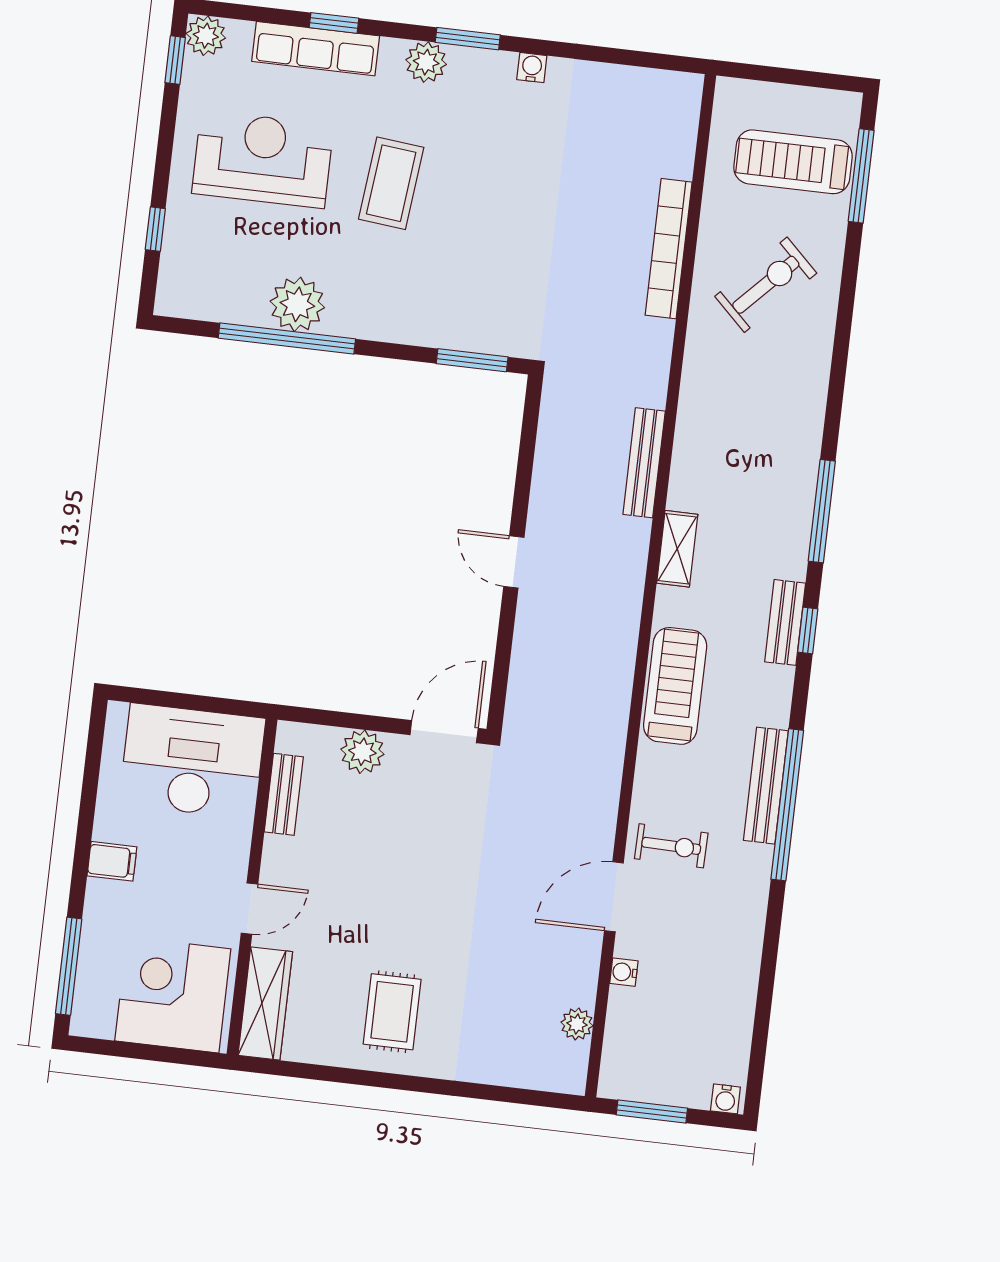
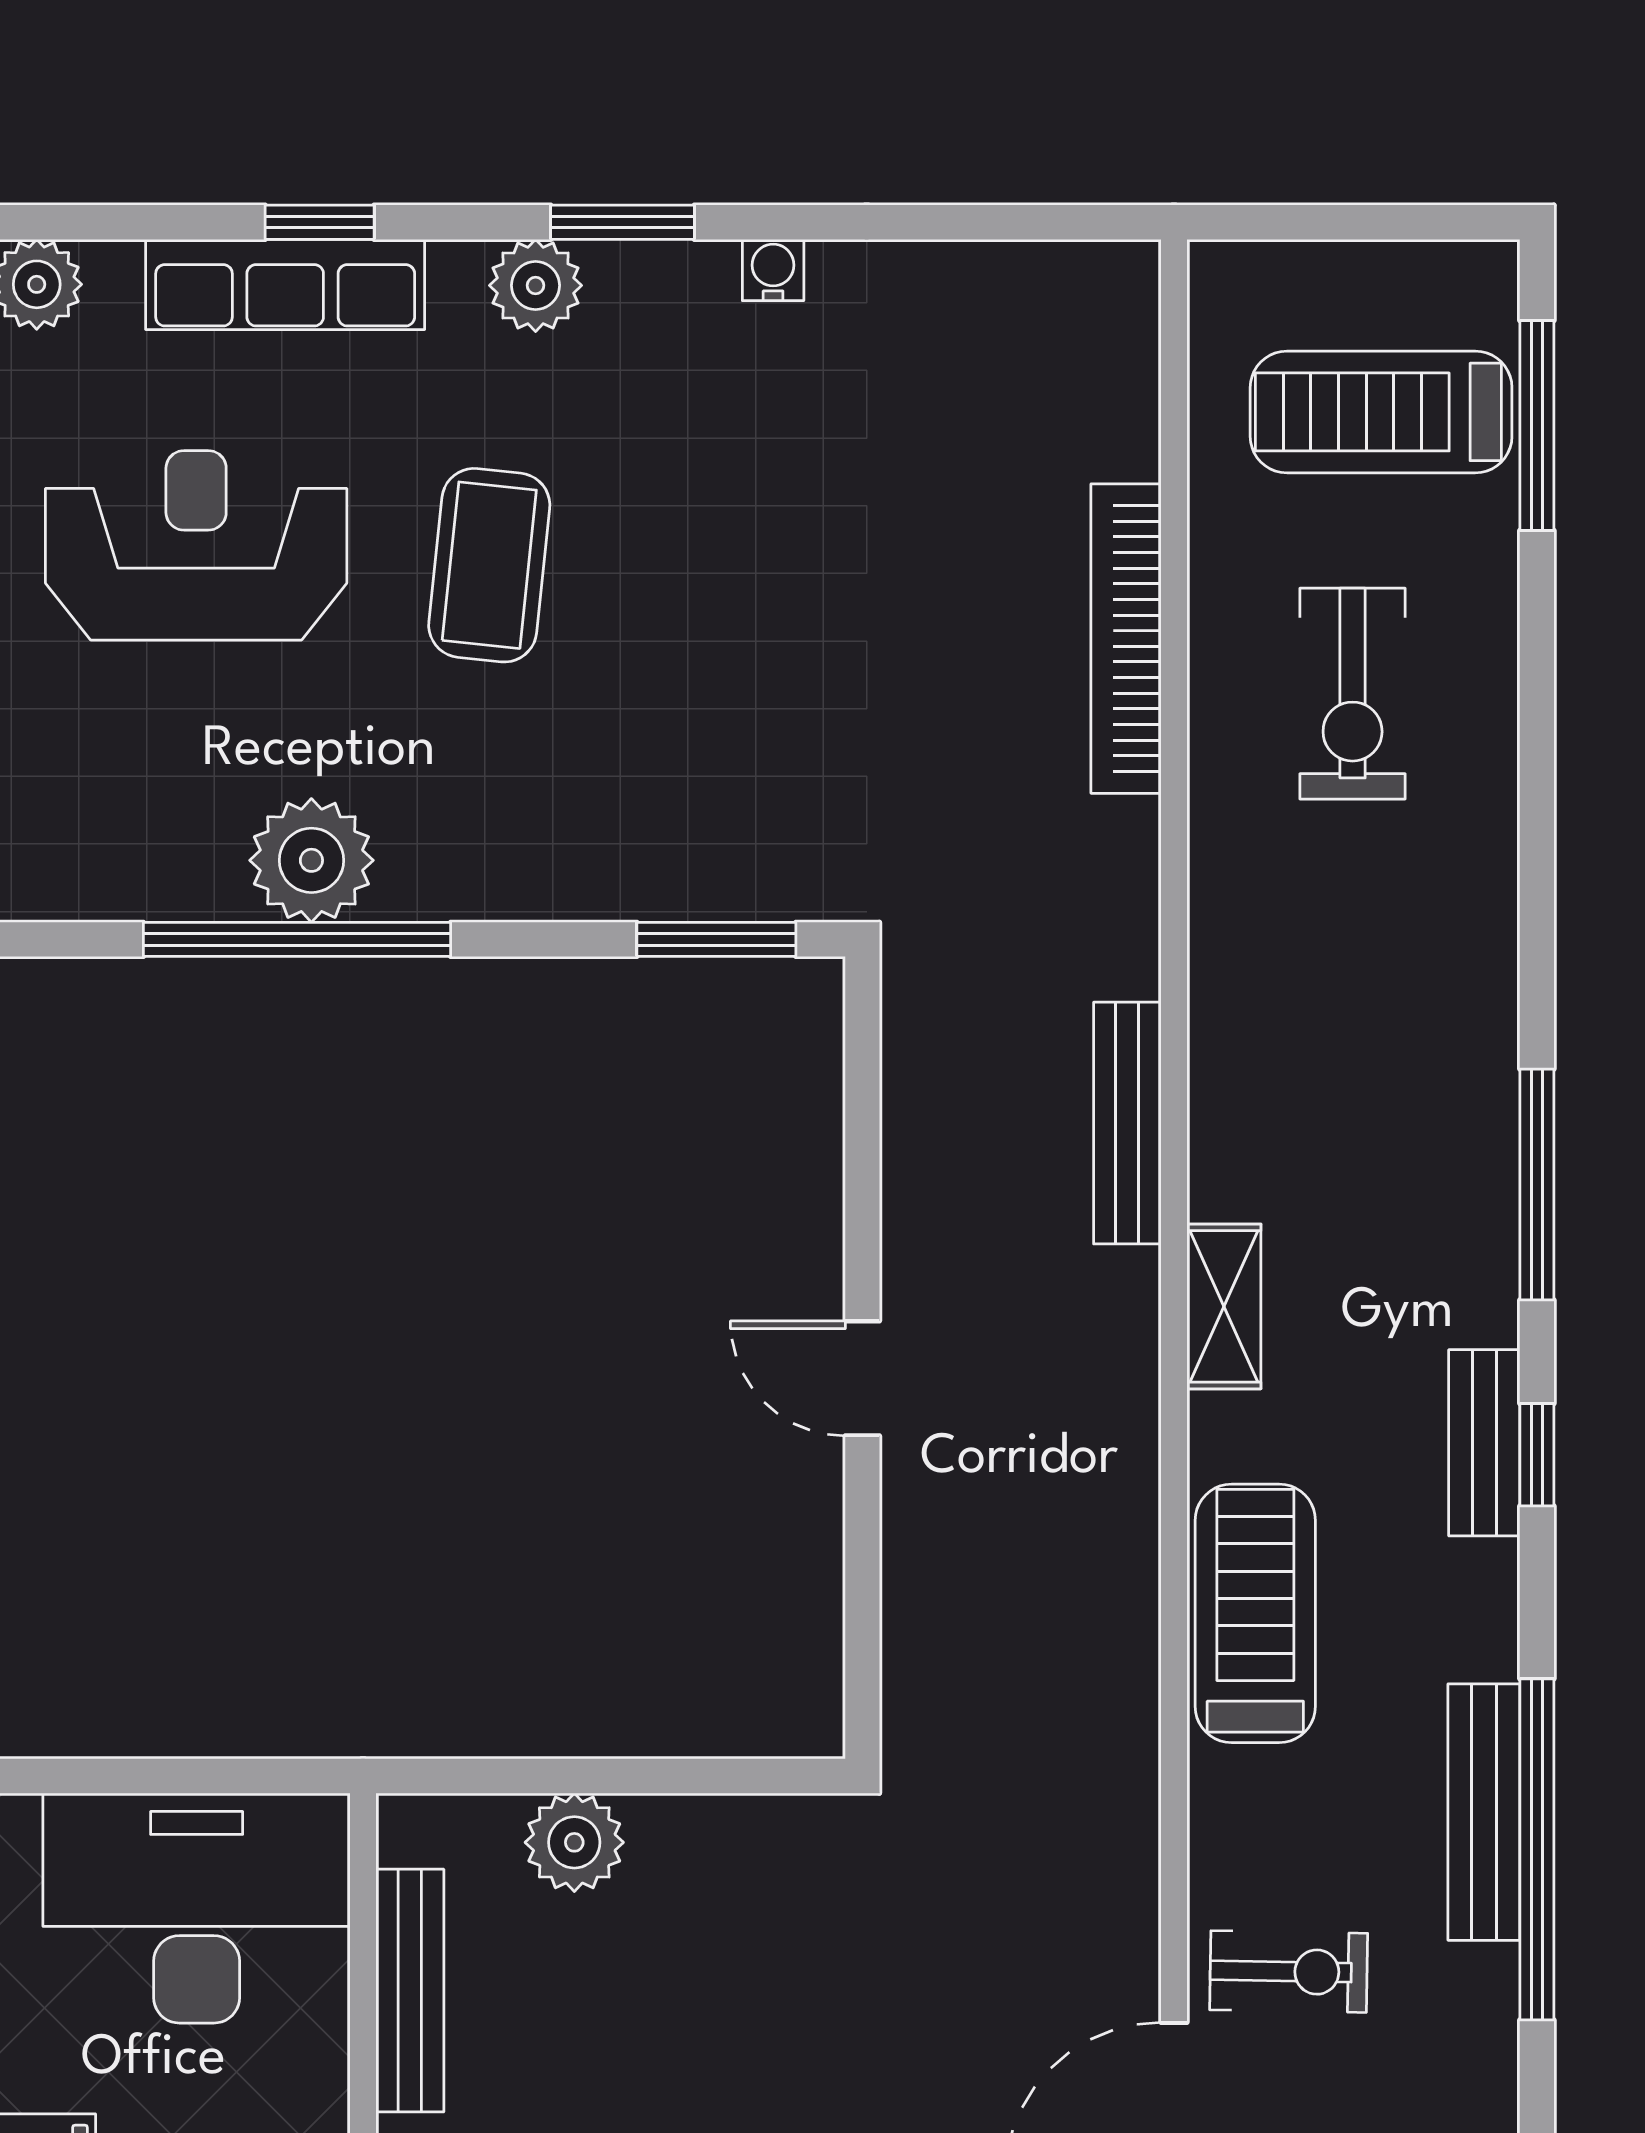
exercise bike: (766, 285) -> (1353, 694), turned 136
door: (444, 732) -> (751, 1776), removed
bench: (284, 794) -> (410, 1991), width x1.36

